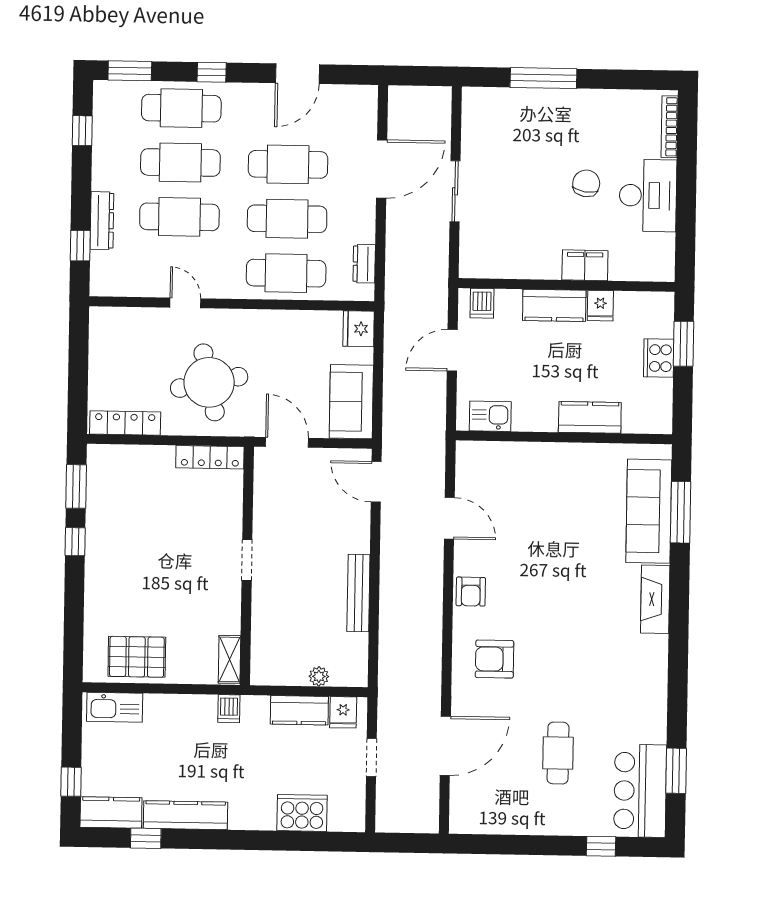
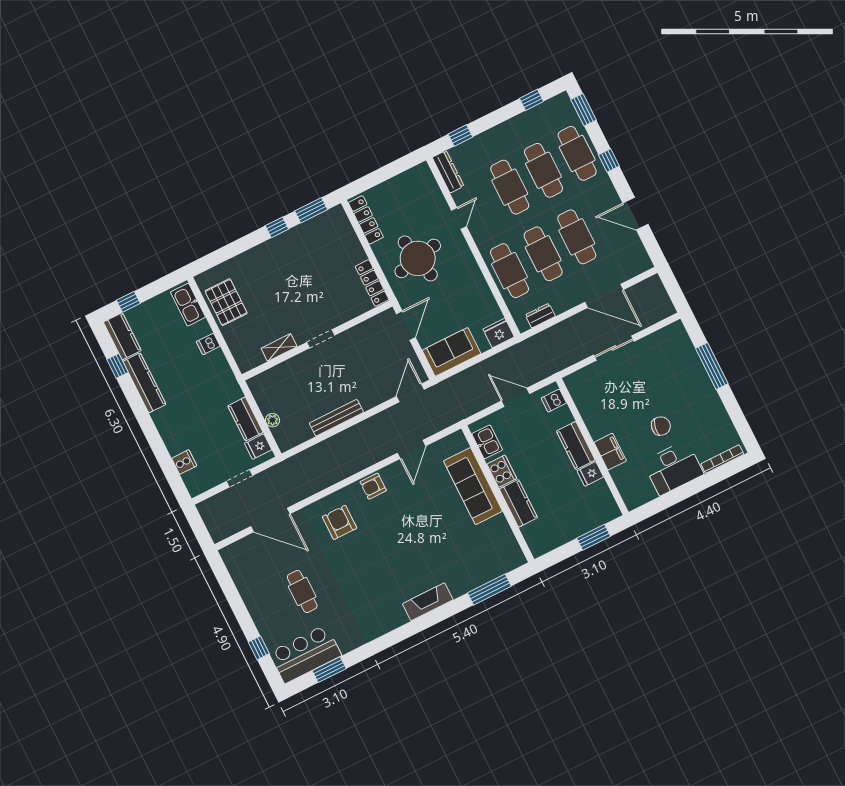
dresser: (102, 221) -> (448, 172), moved, turned -90
cooker: (659, 358) -> (502, 471), moved, turned 90
sofa: (649, 511) -> (473, 486), moved, turned -90
shelving: (230, 659) -> (279, 347), moved
dishwasher: (229, 709) -> (208, 344), moved
cafe table: (558, 753) -> (302, 591), turned 90
cooker: (302, 813) -> (184, 462), width x0.53, depth x0.76

